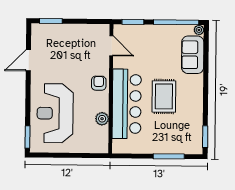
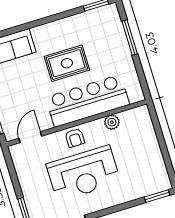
armchair: (99, 83) -> (75, 138), turned -90
reception desk: (55, 113) -> (83, 173), moved

